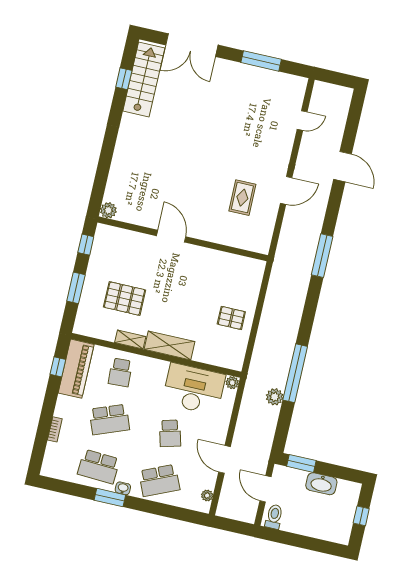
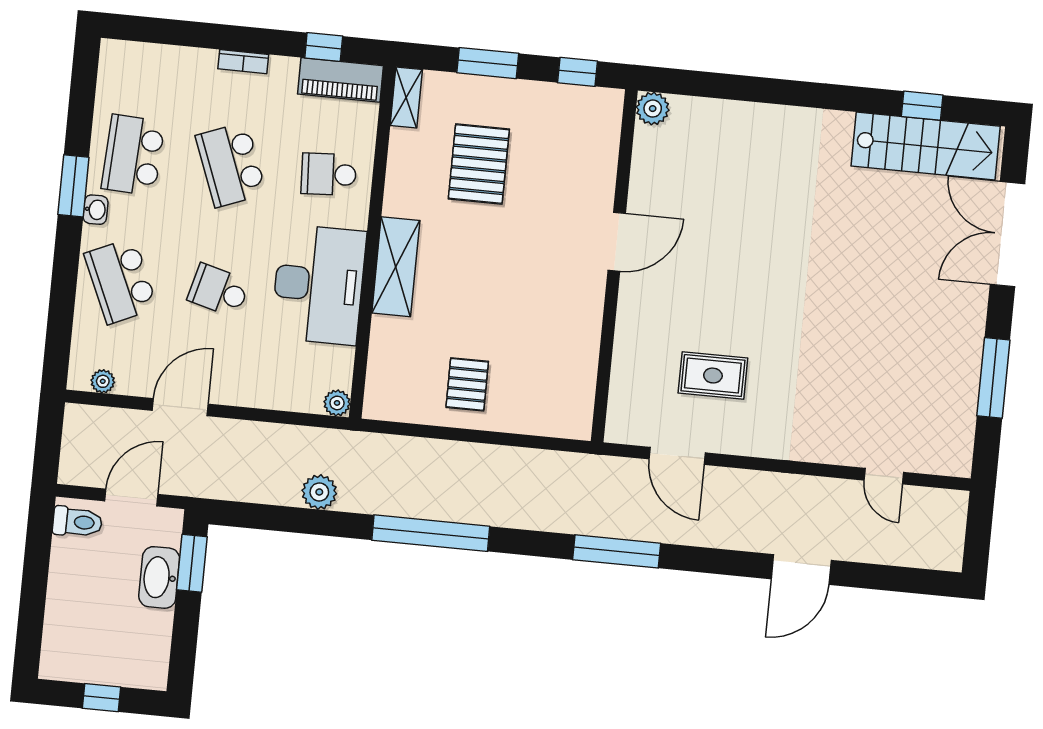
door: (286, 190) -> (677, 456), moved
shelving: (130, 340) -> (406, 97), moved
piano: (76, 369) -> (340, 80), width x0.73, depth x0.75
window: (295, 373) -> (431, 533), moved
desk: (194, 389) -> (319, 285), moved
bookcase: (55, 429) -> (243, 62), moved
school desk: (170, 433) -> (219, 290), turned 30
washbasin: (321, 484) -> (159, 577), moved

